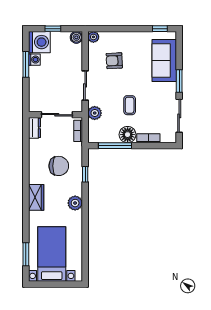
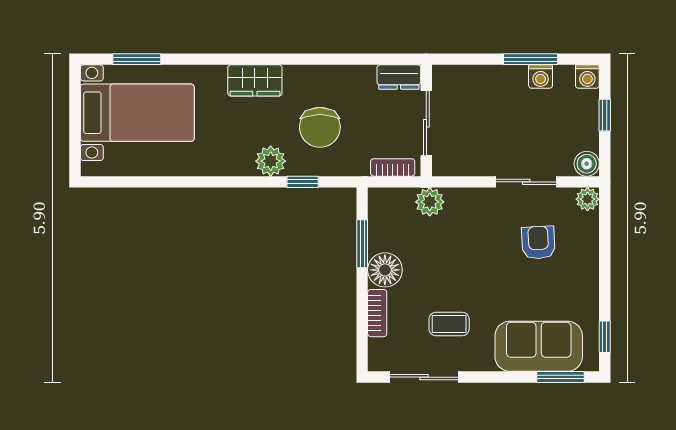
washing machine: (39, 42) -> (587, 77), width x0.53, depth x0.53
window: (179, 81) -> (560, 377), moved
sliding door: (85, 85) -> (526, 182), moved
coffee table: (130, 105) -> (449, 324), moved
window: (115, 146) -> (362, 244), width x0.69
plant: (75, 203) -> (271, 161), moved

